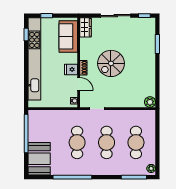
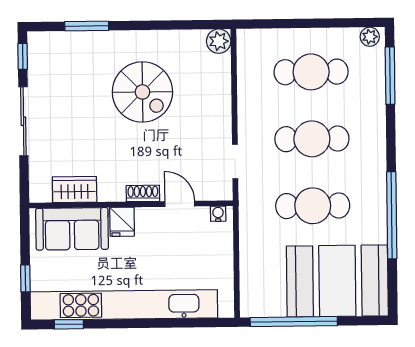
wardrobe: (85, 27) -> (75, 190), moved
spiral stairs: (111, 63) -> (142, 92), moved
fridge: (71, 69) -> (122, 222), moved
door: (79, 84) -> (180, 204), hinge flipped
booth: (39, 159) -> (337, 281), width x1.36, depth x1.42

